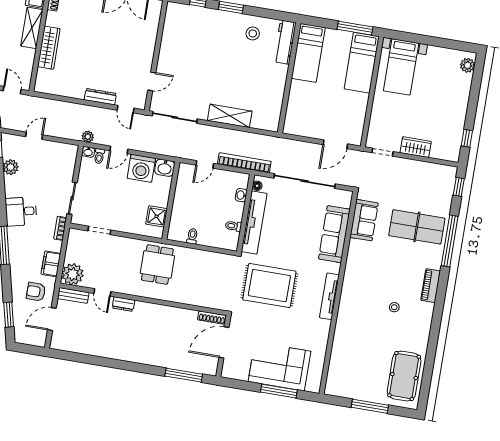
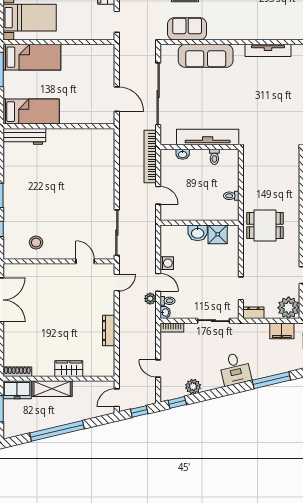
stool: (253, 33) -> (36, 243), moved
wardrobe: (49, 48) -> (69, 369), width x0.67
dresser: (100, 97) -> (109, 330), moved
shelving: (230, 116) -> (106, 179), removed
plant: (88, 137) -> (150, 299), moved
door: (335, 144) -> (117, 99), moved
washing machine: (141, 168) -> (167, 263), width x0.53, depth x0.53
washbasin: (165, 168) -> (198, 233), moved, turned 90
floor lamp: (257, 186) -> (171, 140), removed
bookcase: (60, 228) -> (172, 327), moved
dresser: (73, 239) -> (253, 313), added
rug: (269, 286) -> (267, 111), removed

